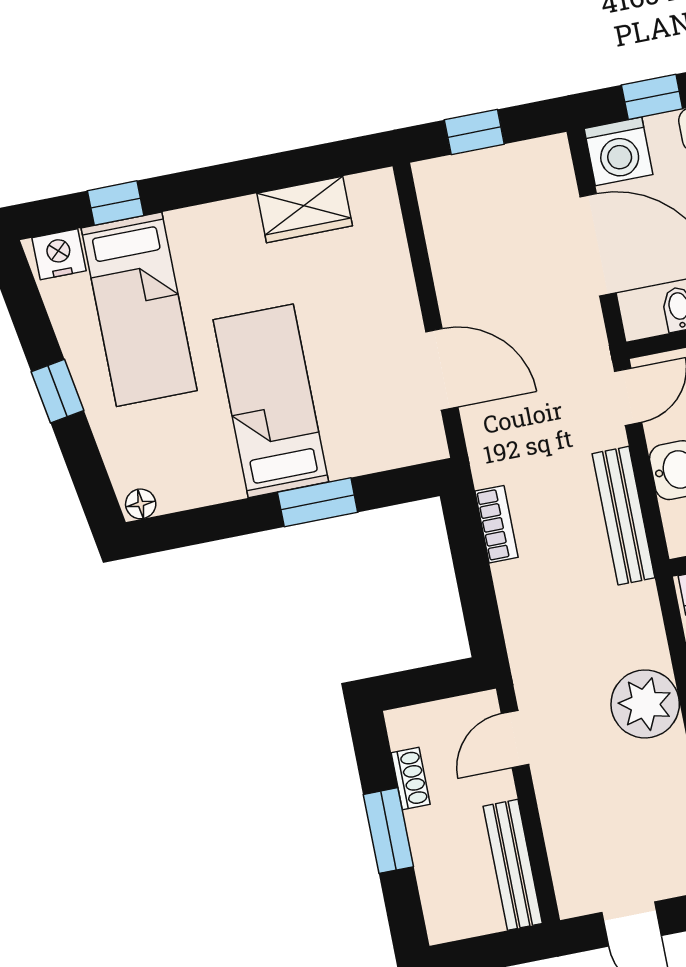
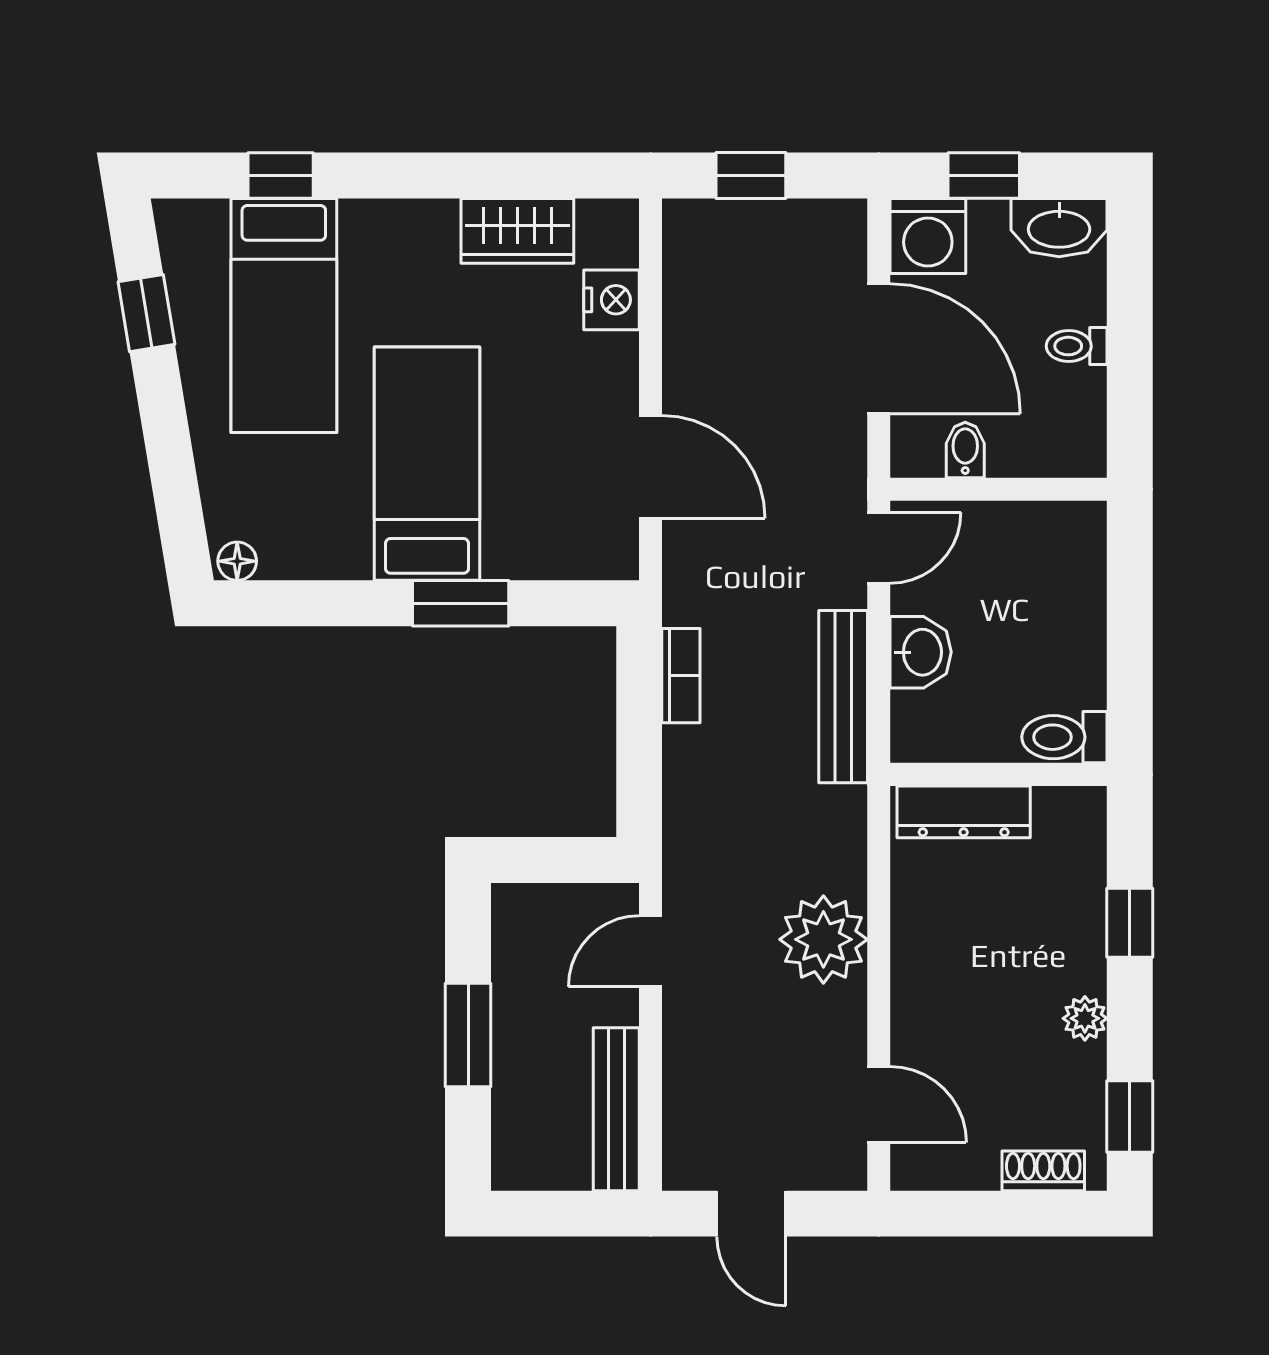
nightstand: (59, 254) -> (612, 300), moved, turned 90
window: (58, 391) -> (146, 313), moved
shoe rack: (411, 779) -> (509, 975), removed

